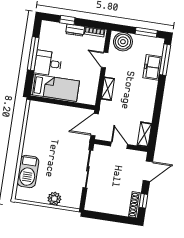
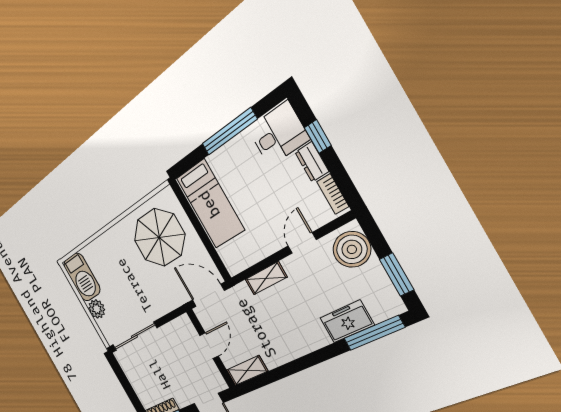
desk: (48, 63) -> (278, 134), moved, turned 90
parasol: (49, 127) -> (159, 237), added
sliding door: (88, 169) -> (134, 337), moved
barbecue: (28, 172) -> (82, 277), moved, turned -90

